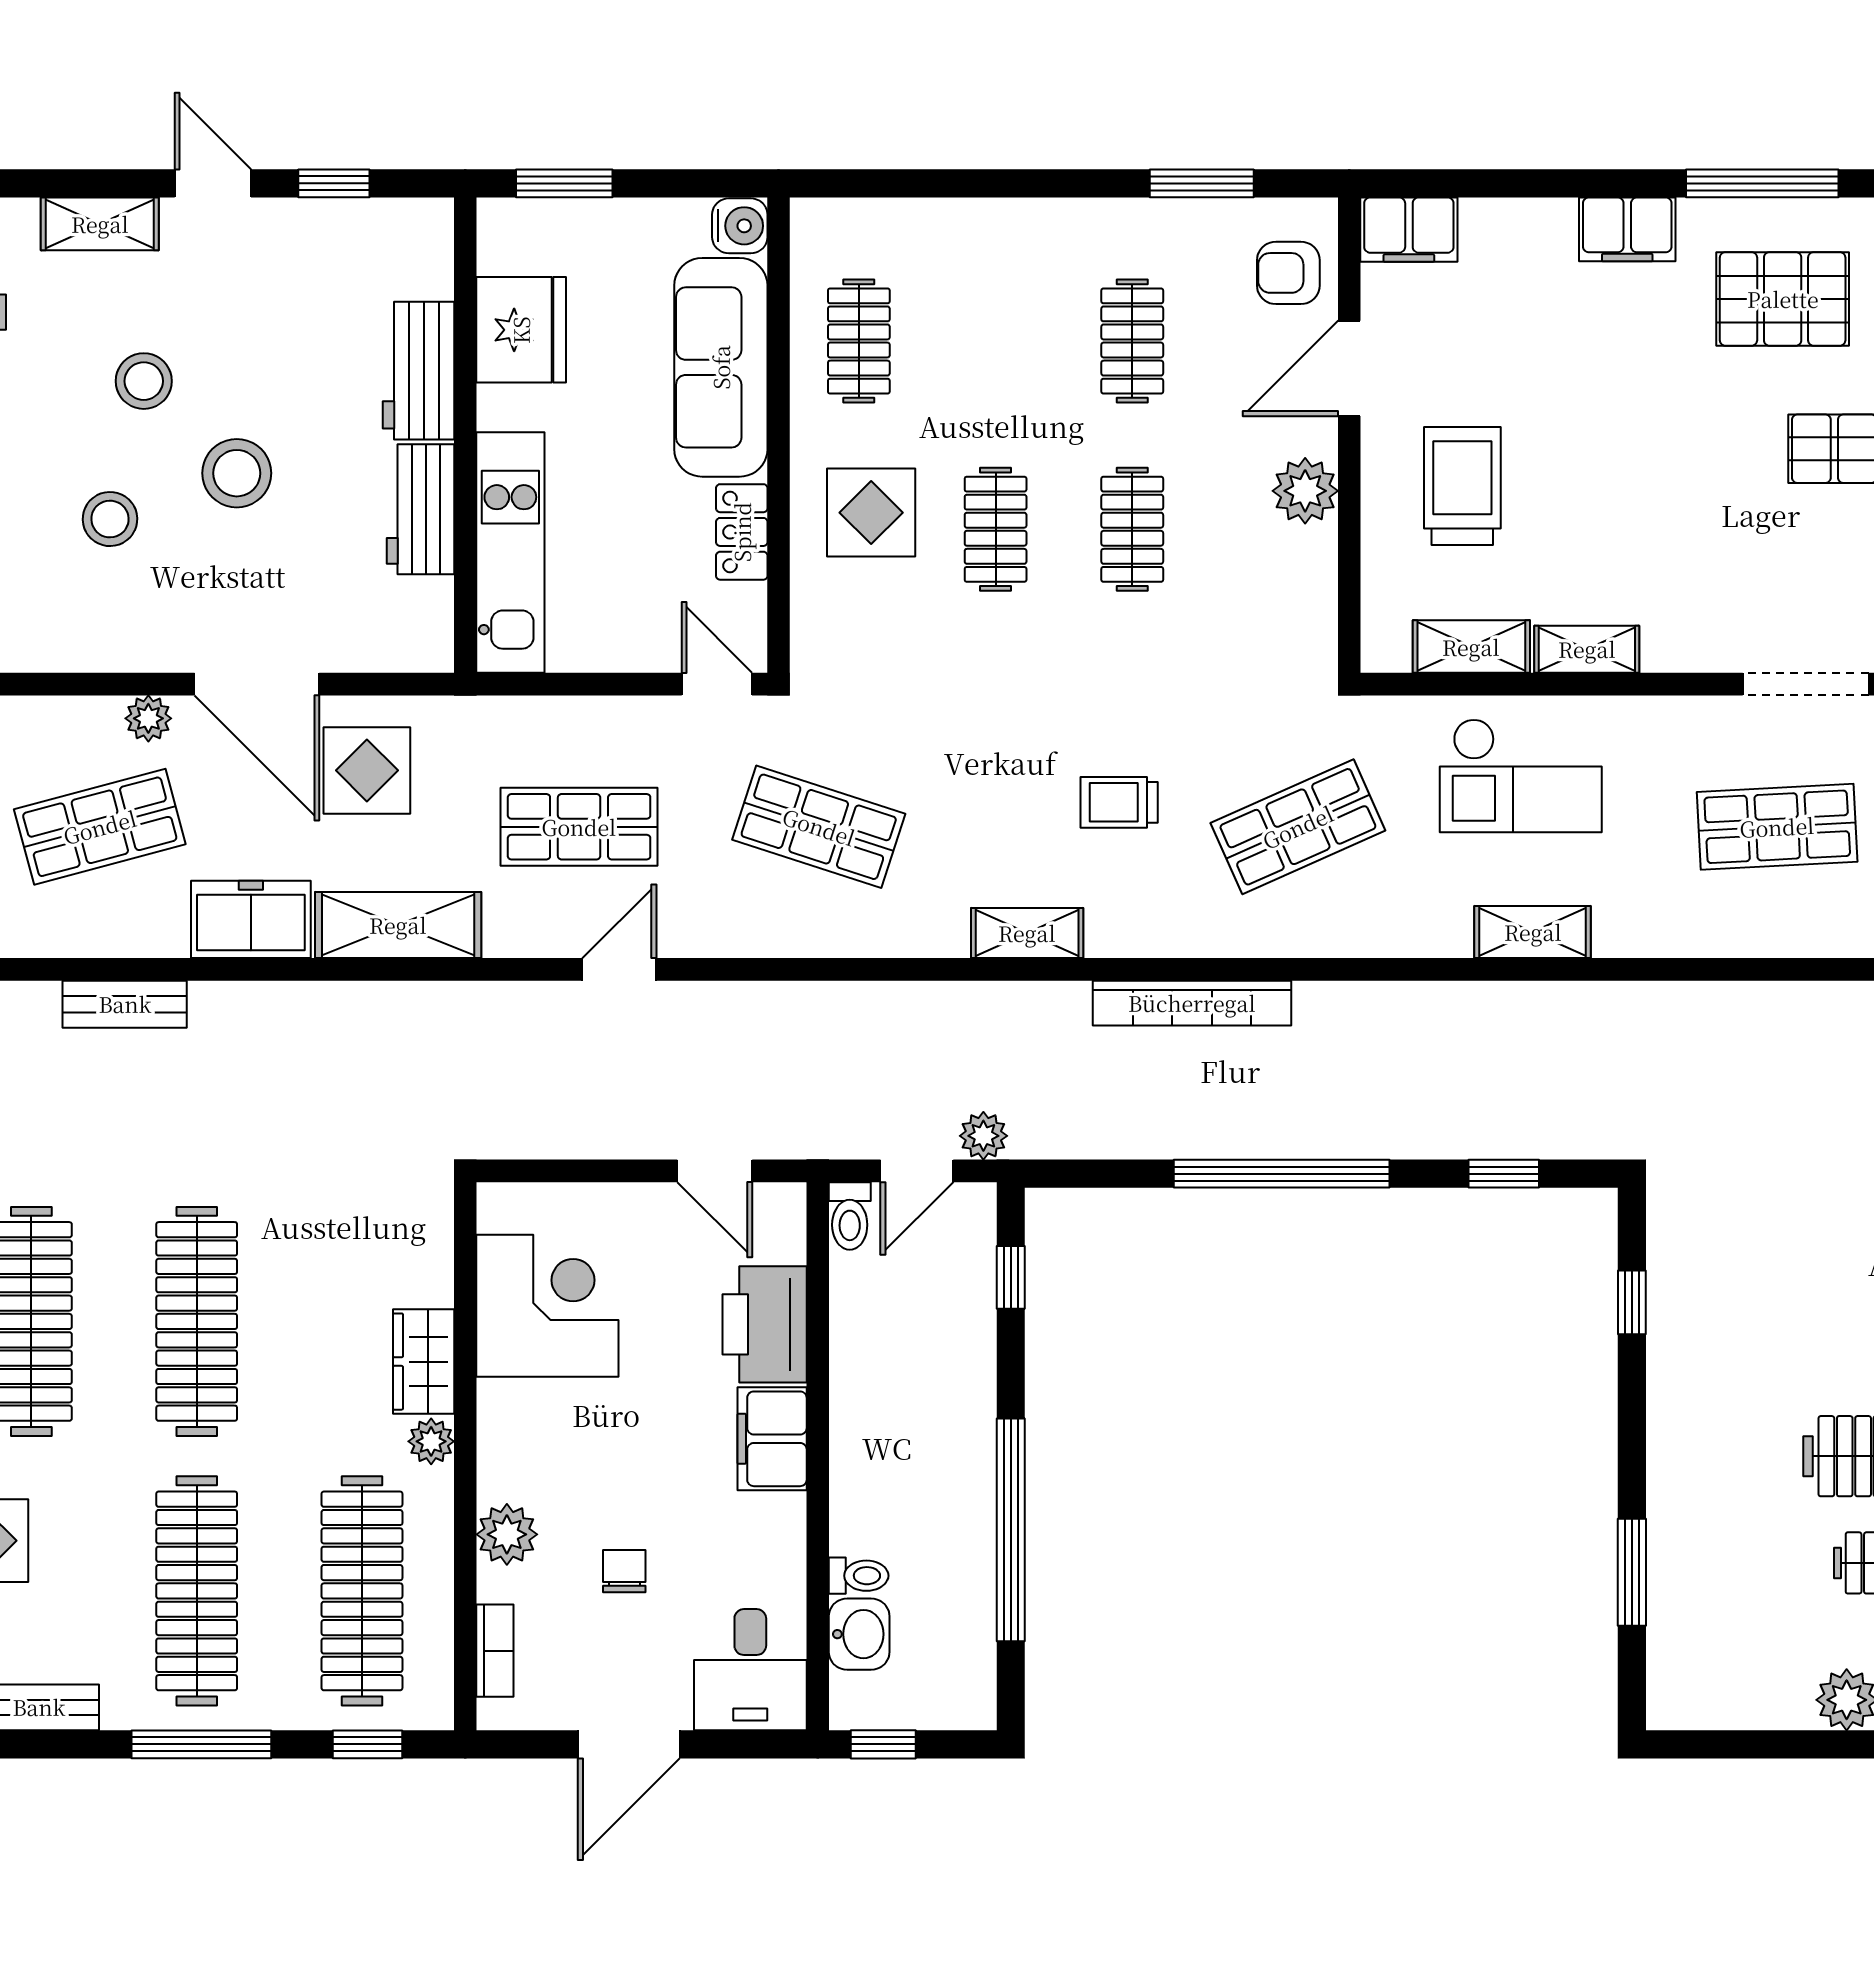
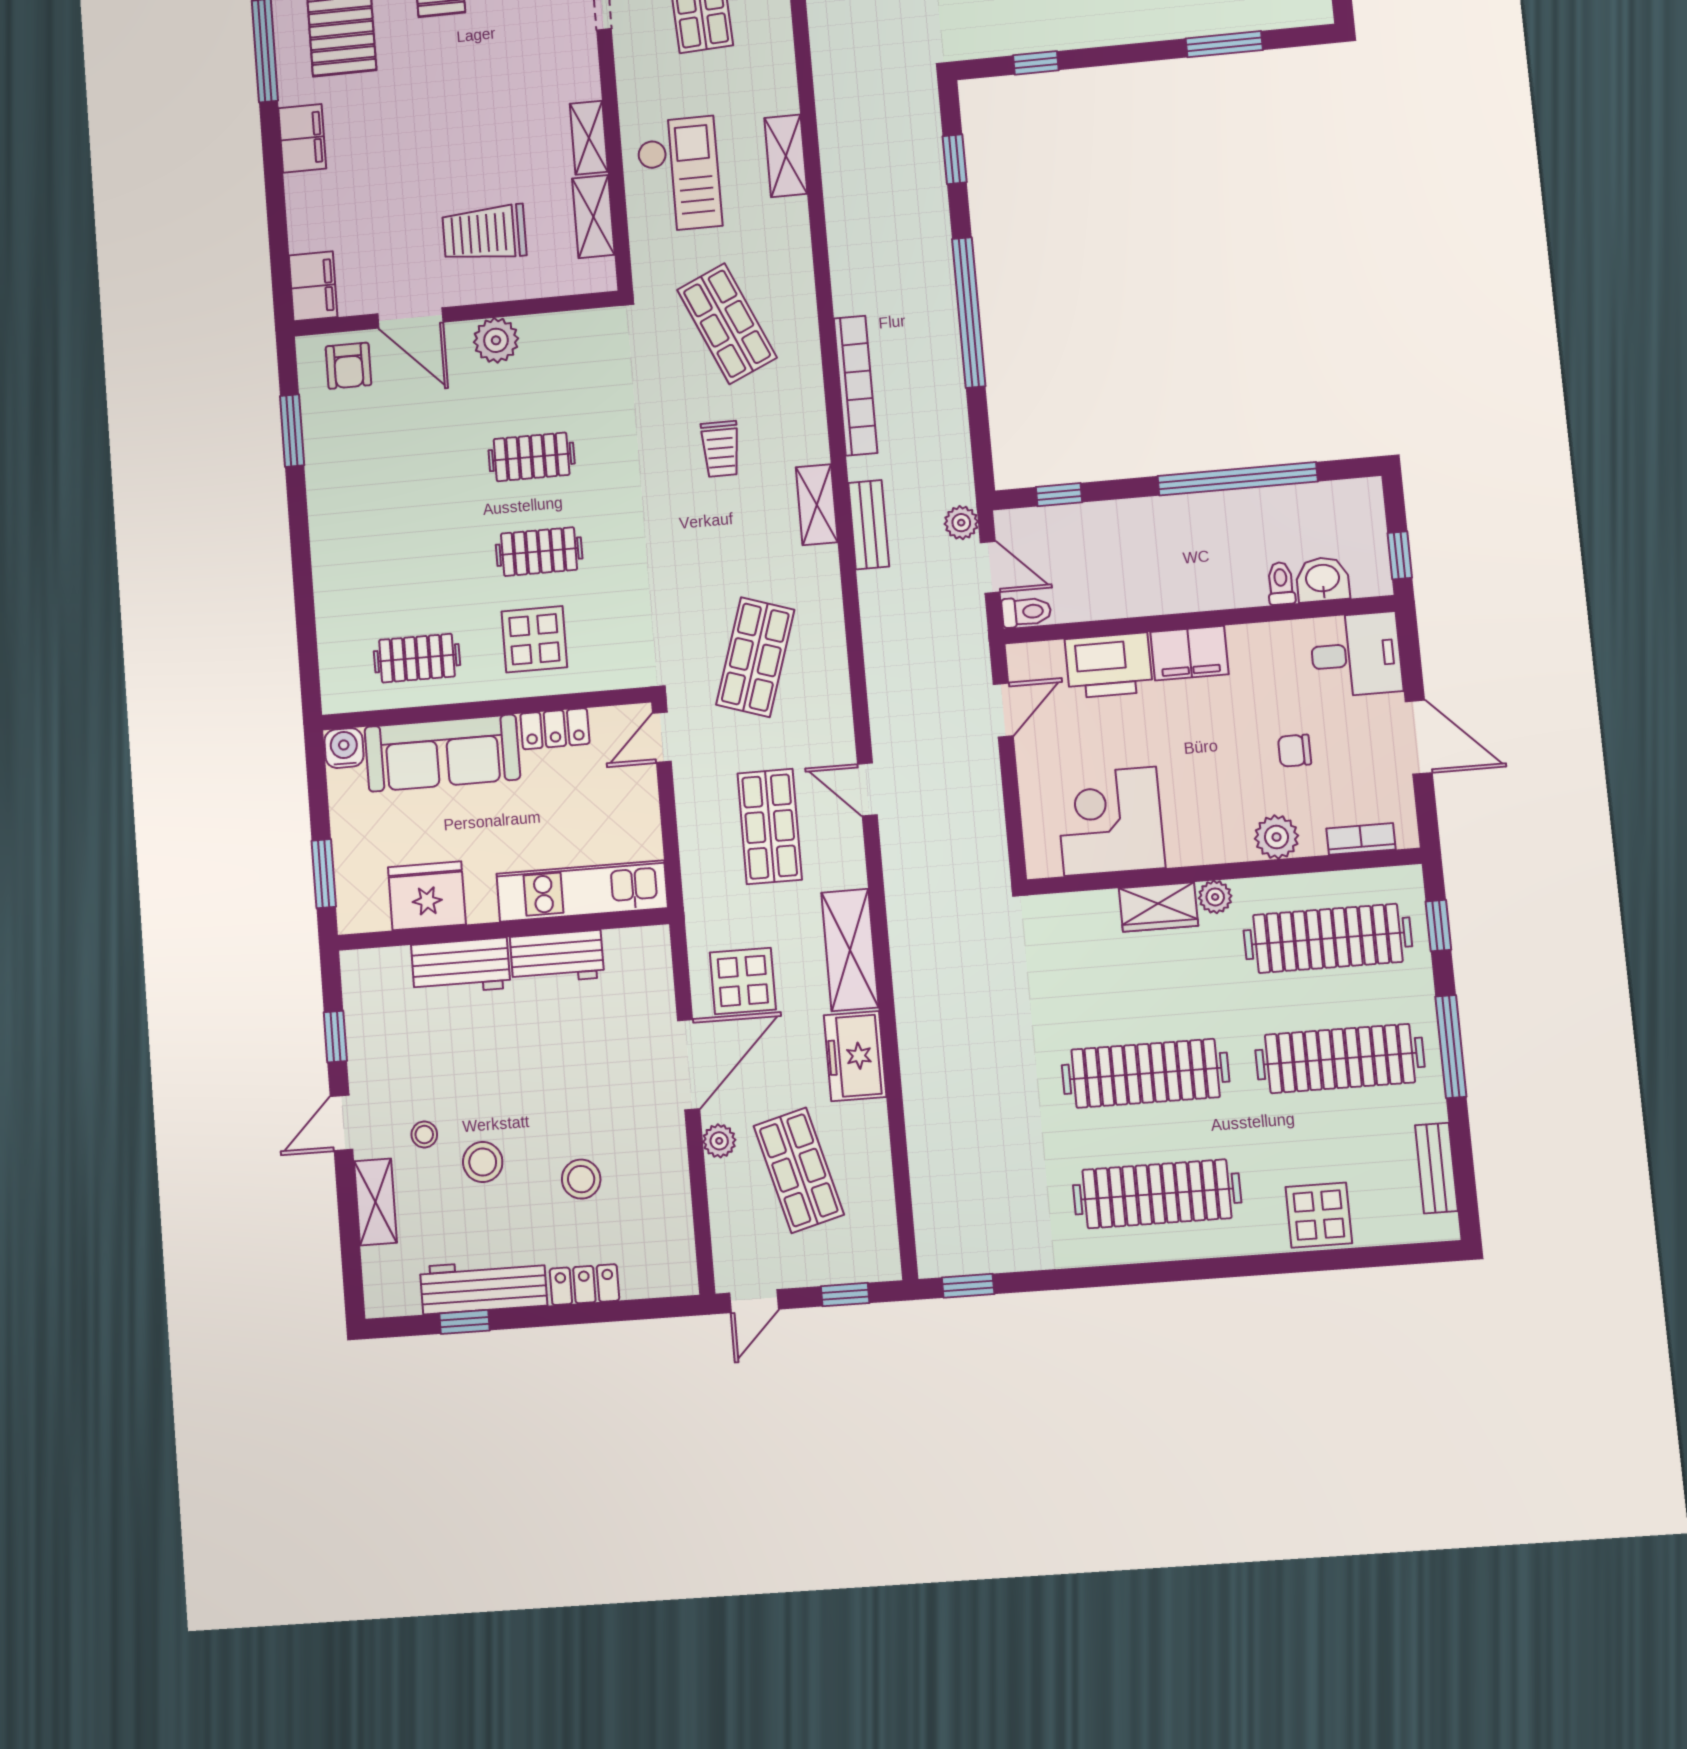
clothes rail: (1132, 341) -> (403, 469), removed
stool: (237, 473) -> (424, 1134), moved, width x0.53, depth x0.53
bench: (125, 1004) -> (869, 525), moved

